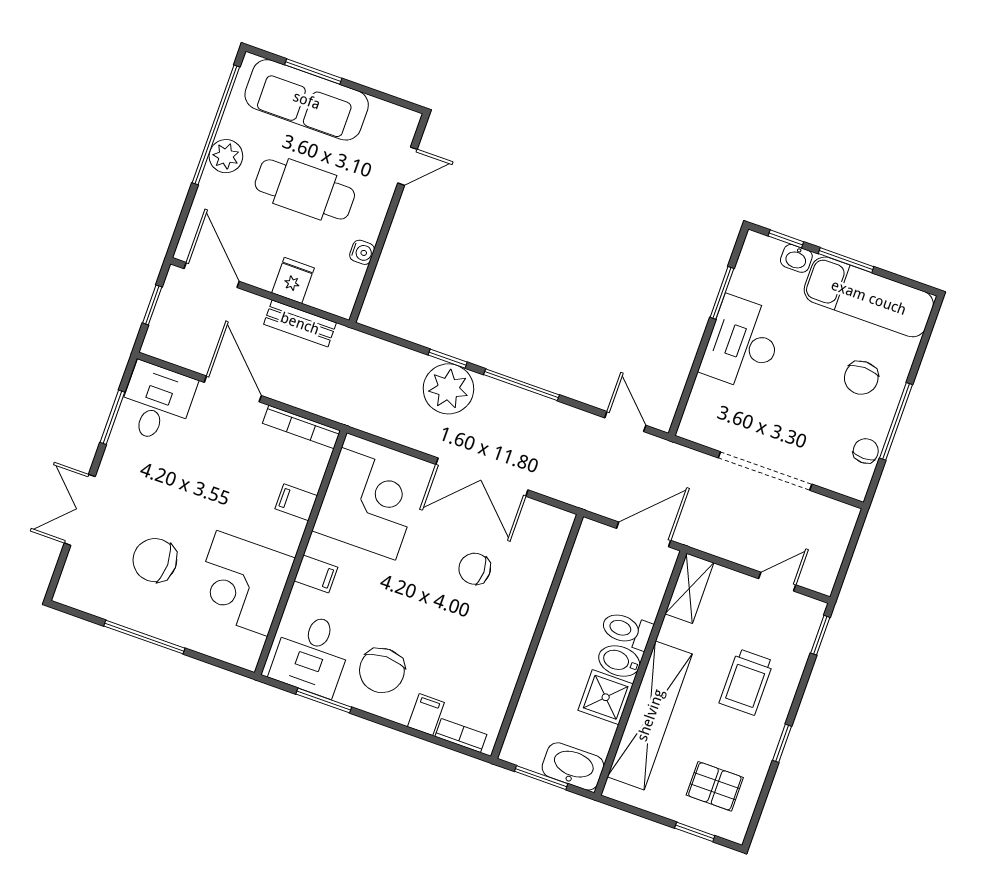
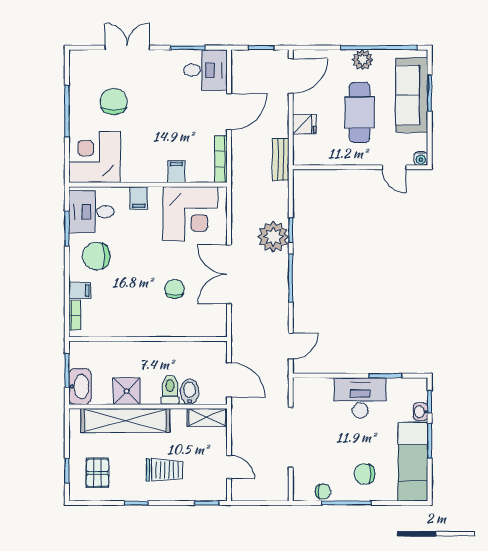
water cooler: (362, 252) -> (421, 159), moved
bench: (300, 323) -> (281, 160), moved
corner desk: (242, 583) -> (95, 157), moved
bidet: (619, 661) -> (190, 392), moved
trolley: (746, 682) -> (164, 470), turned 180

